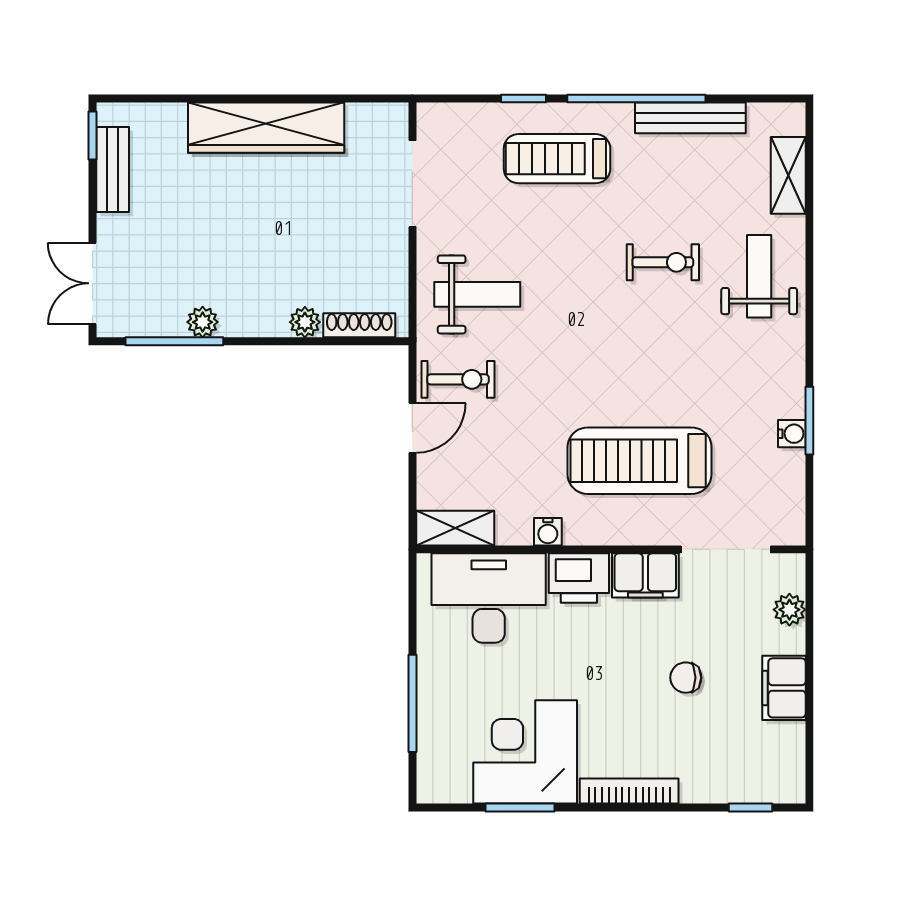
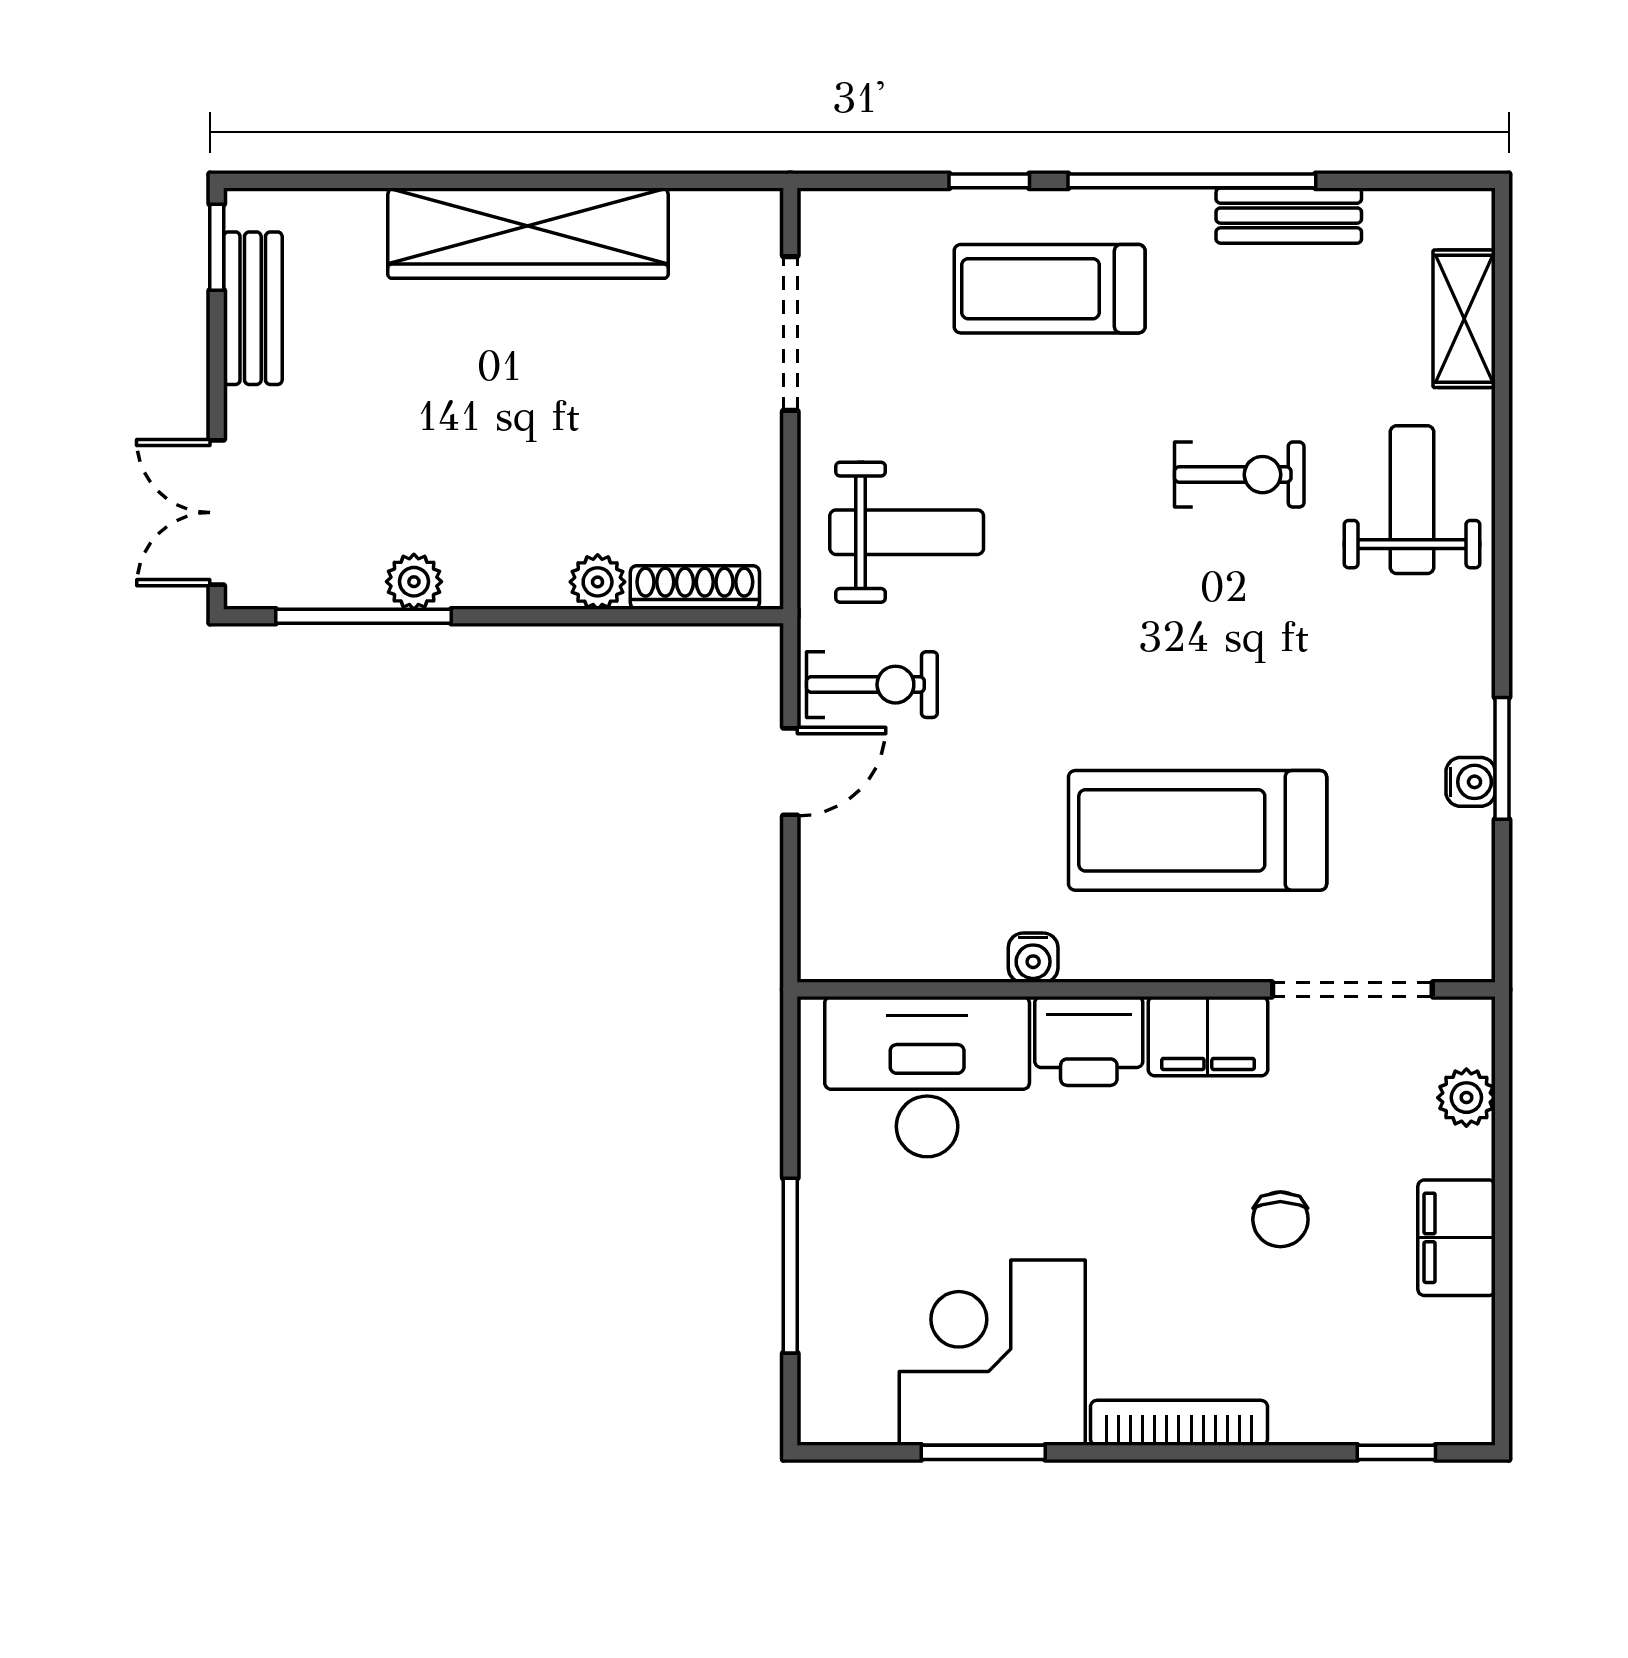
bench: (690, 118) -> (1289, 216), width x0.73
shelving: (455, 528) -> (867, 951), removed
chair: (686, 678) -> (1280, 1219), turned -90

